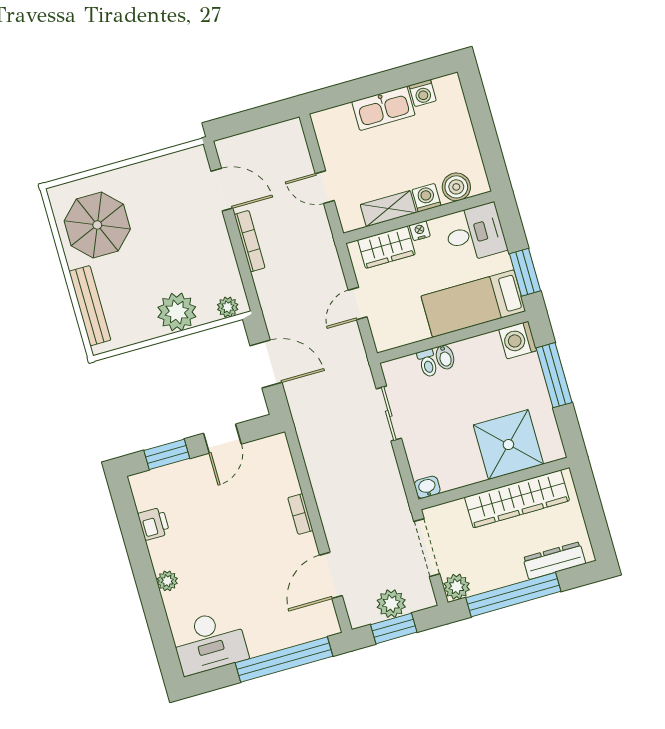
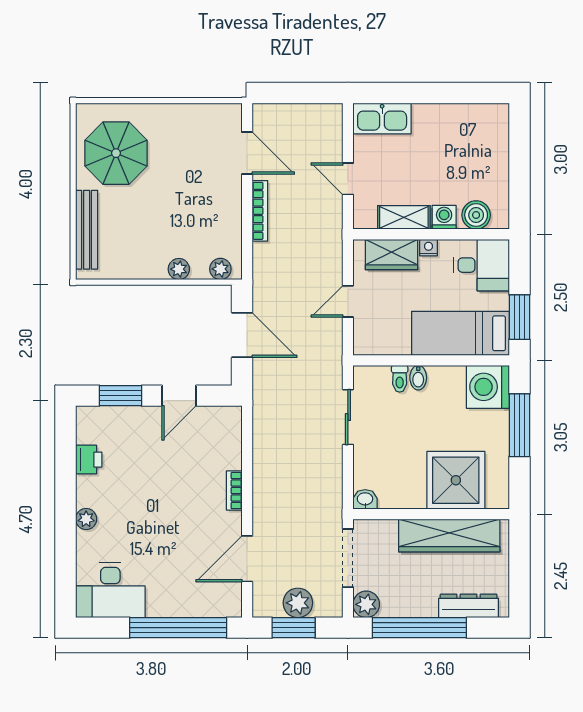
washing machine: (423, 93) -> (469, 114), removed
kitchen sink: (383, 108) -> (382, 118), moved
plant: (177, 312) -> (179, 269), width x0.53, depth x0.53
washing machine: (518, 340) -> (488, 387), width x1.37, depth x1.37

